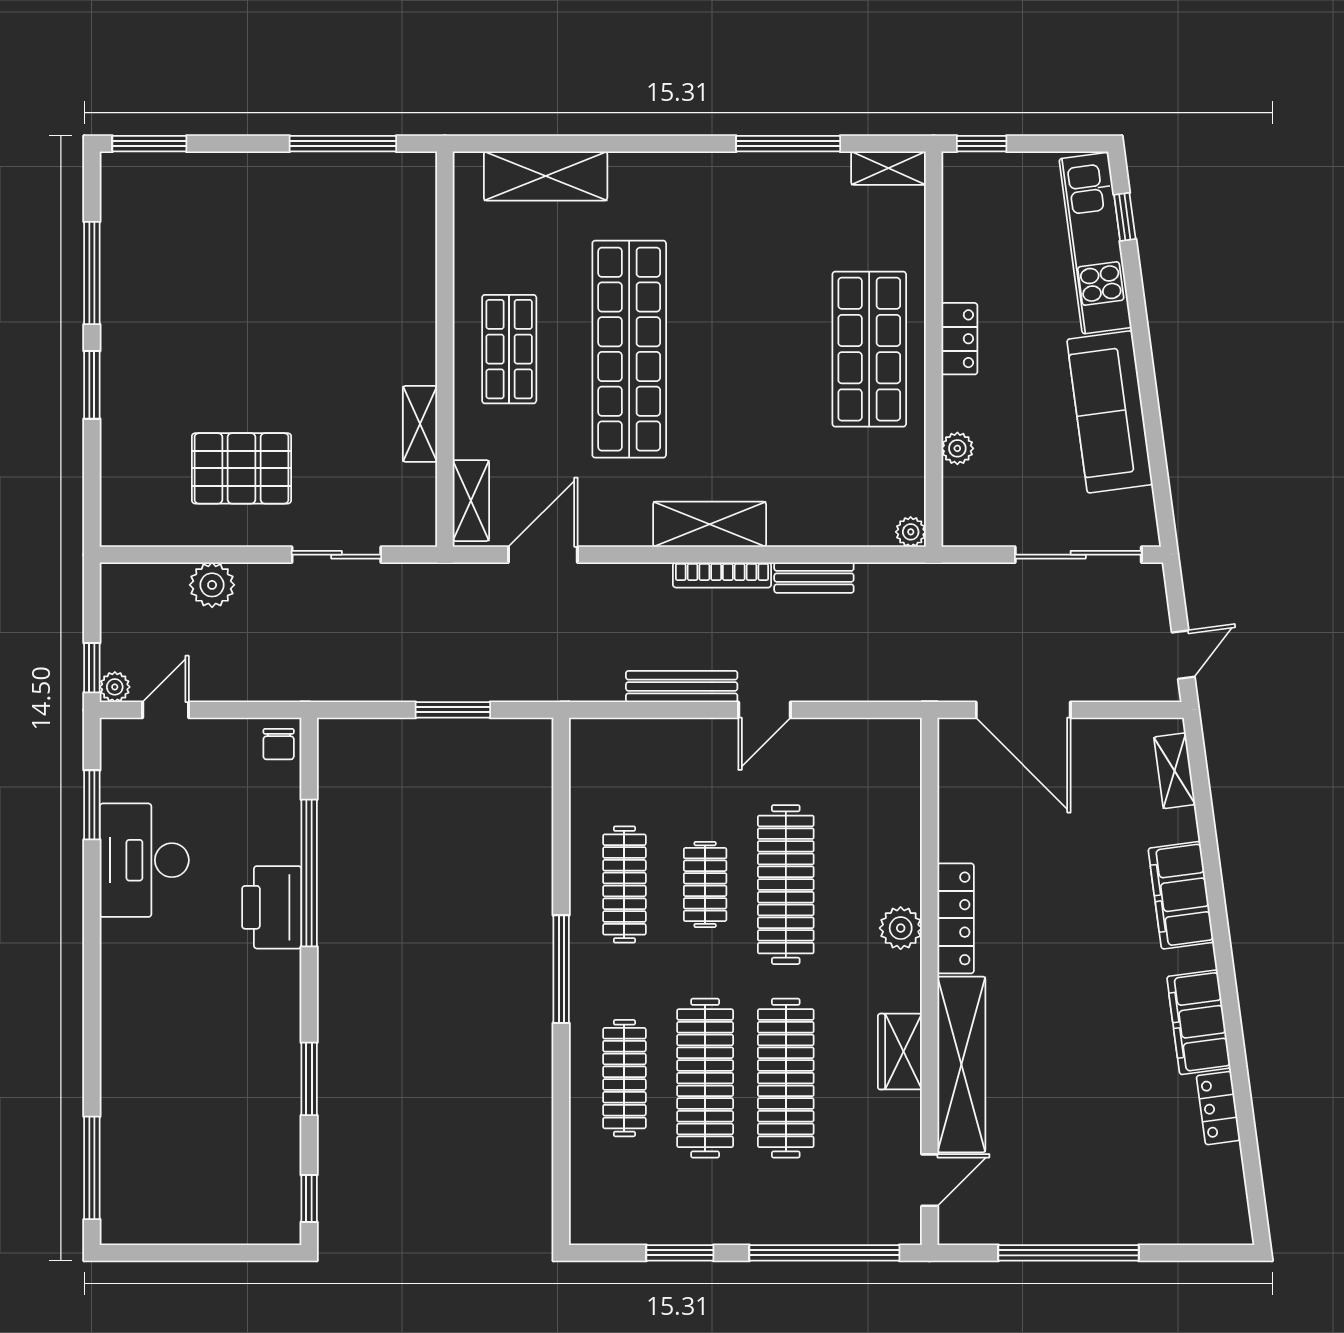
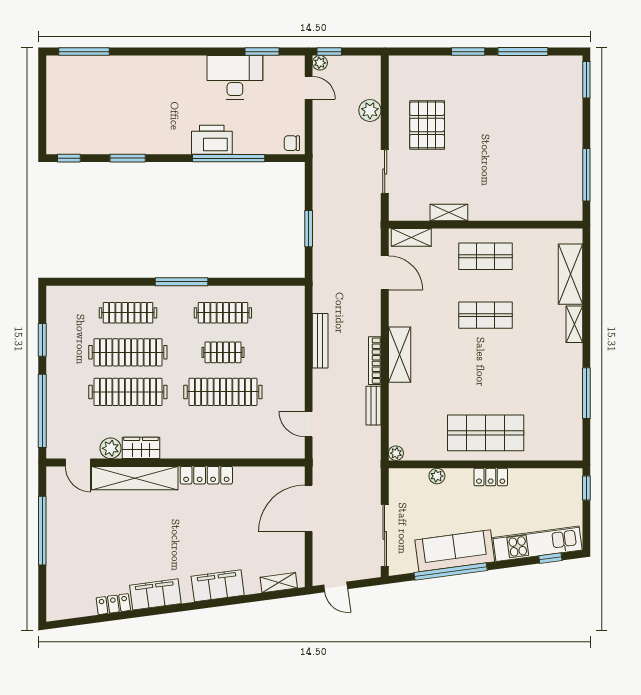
shelving: (888, 168) -> (574, 324), moved
shop shelf: (629, 349) -> (486, 315), width x0.50, depth x0.74
window: (1152, 420) -> (451, 572), added
door: (764, 710) -> (309, 424), moved
plant: (901, 928) -> (111, 448), moved

